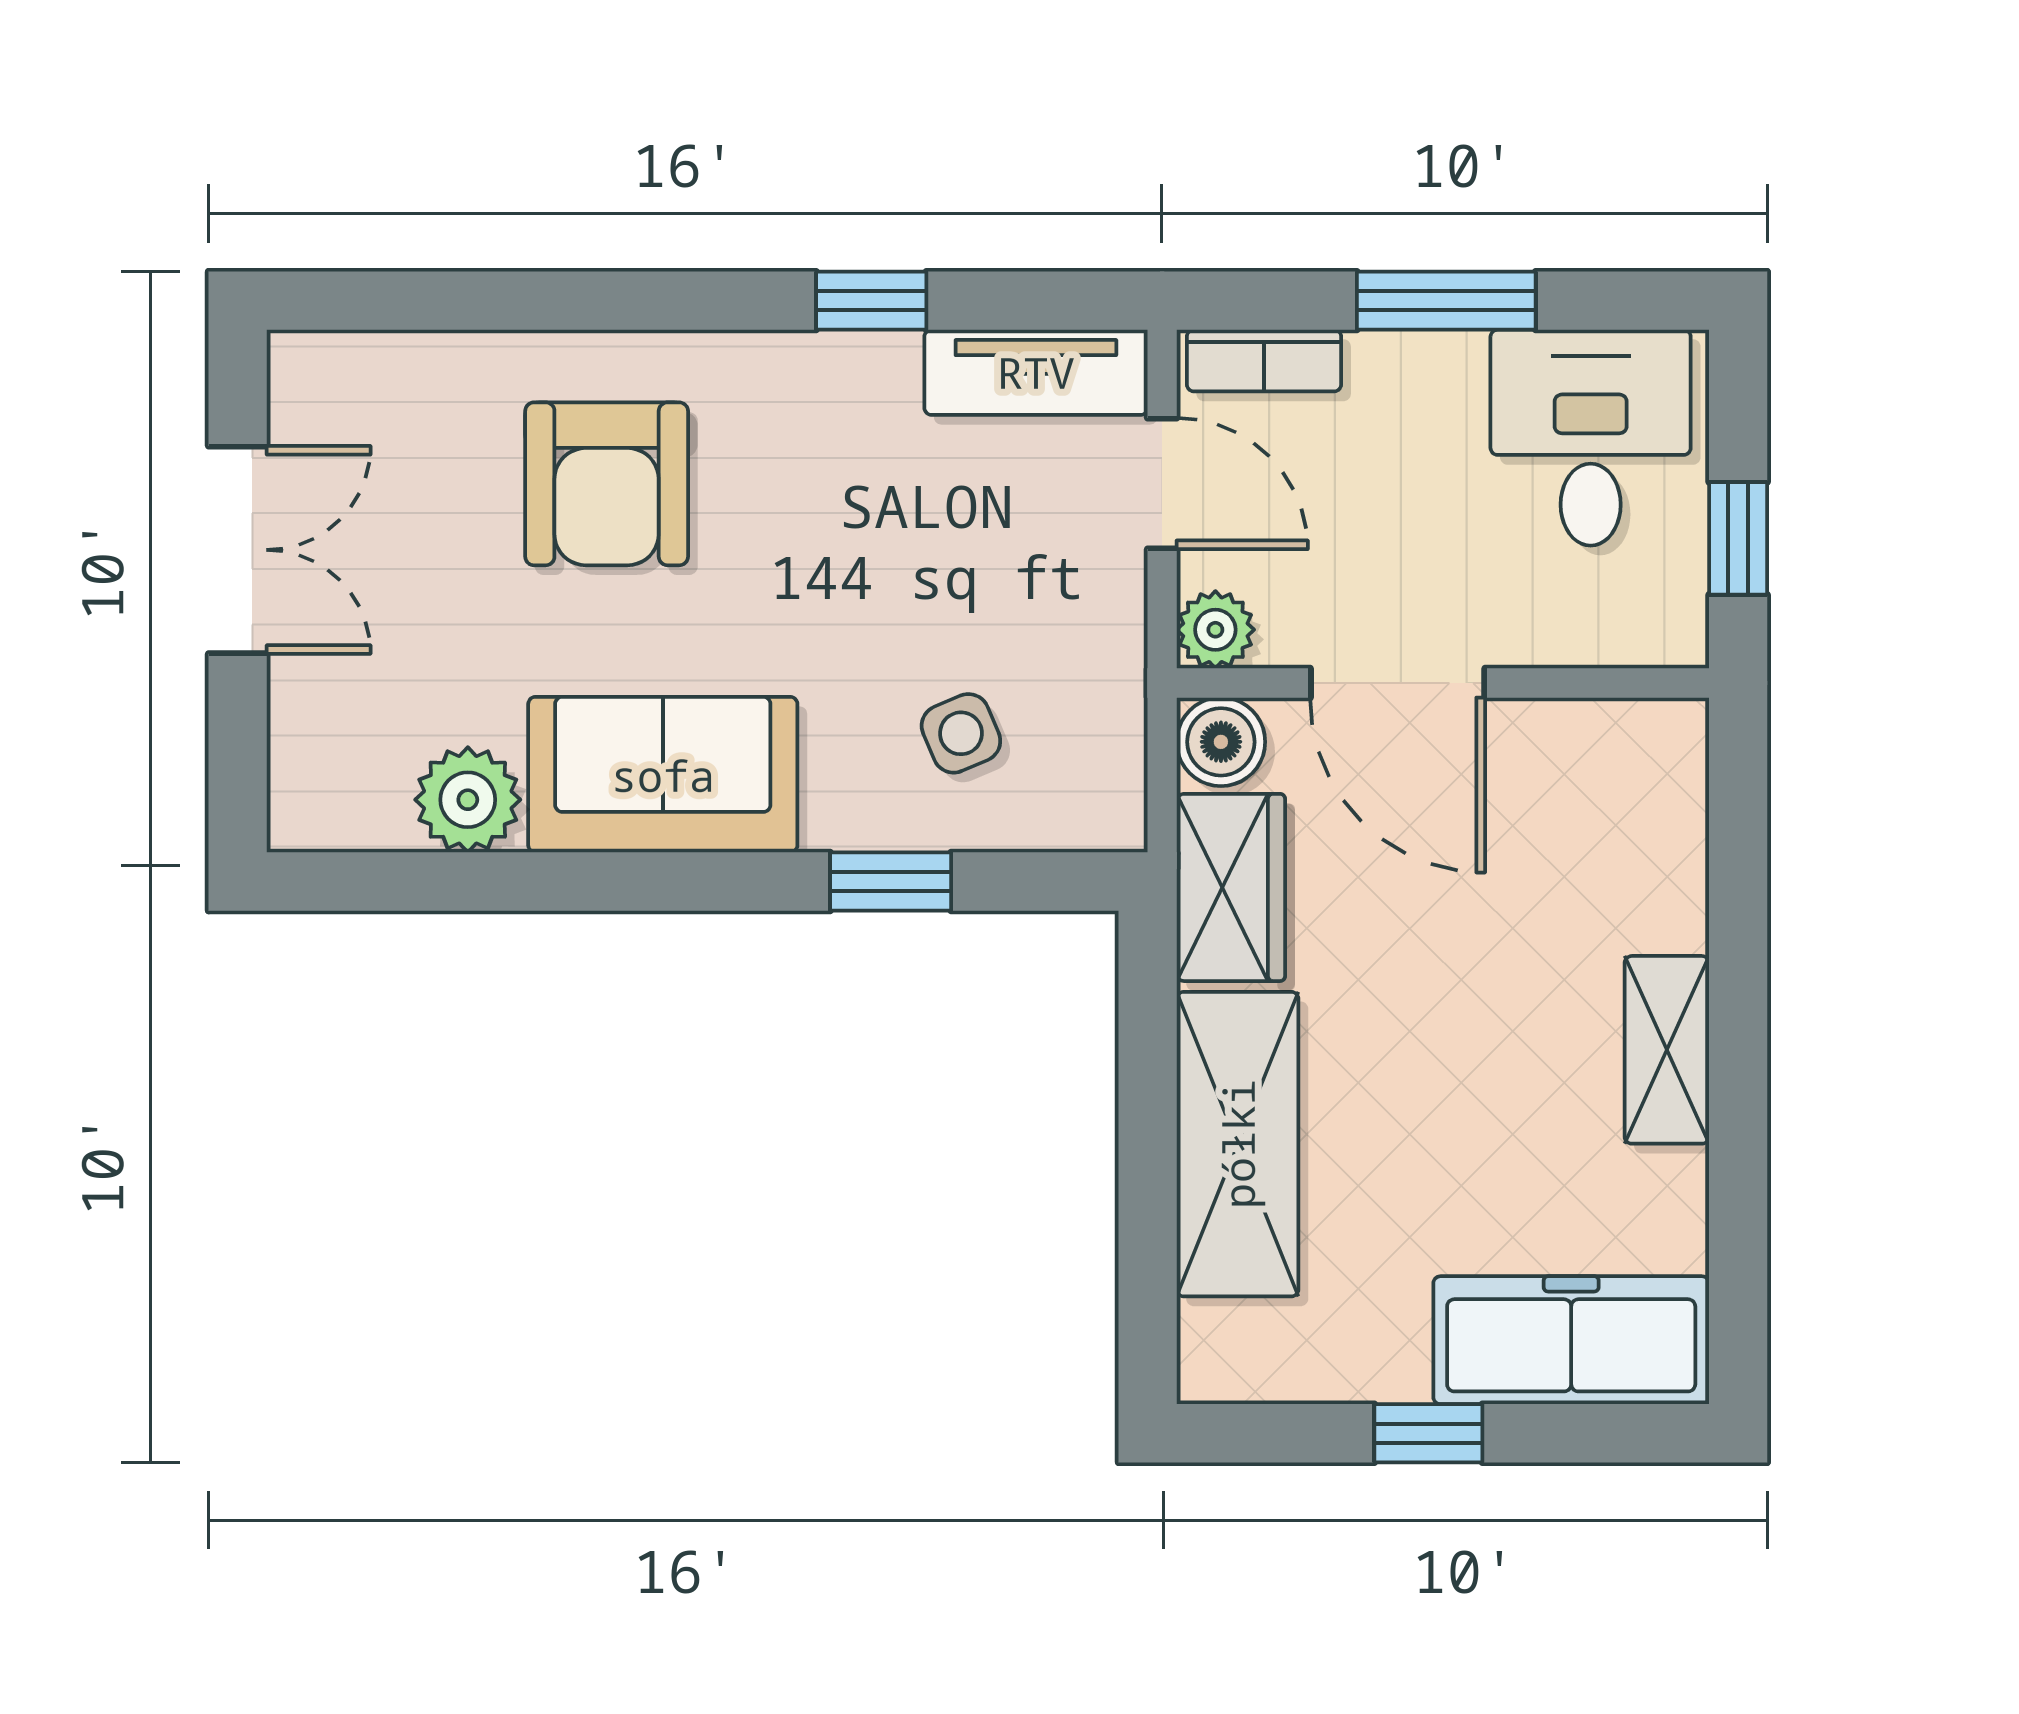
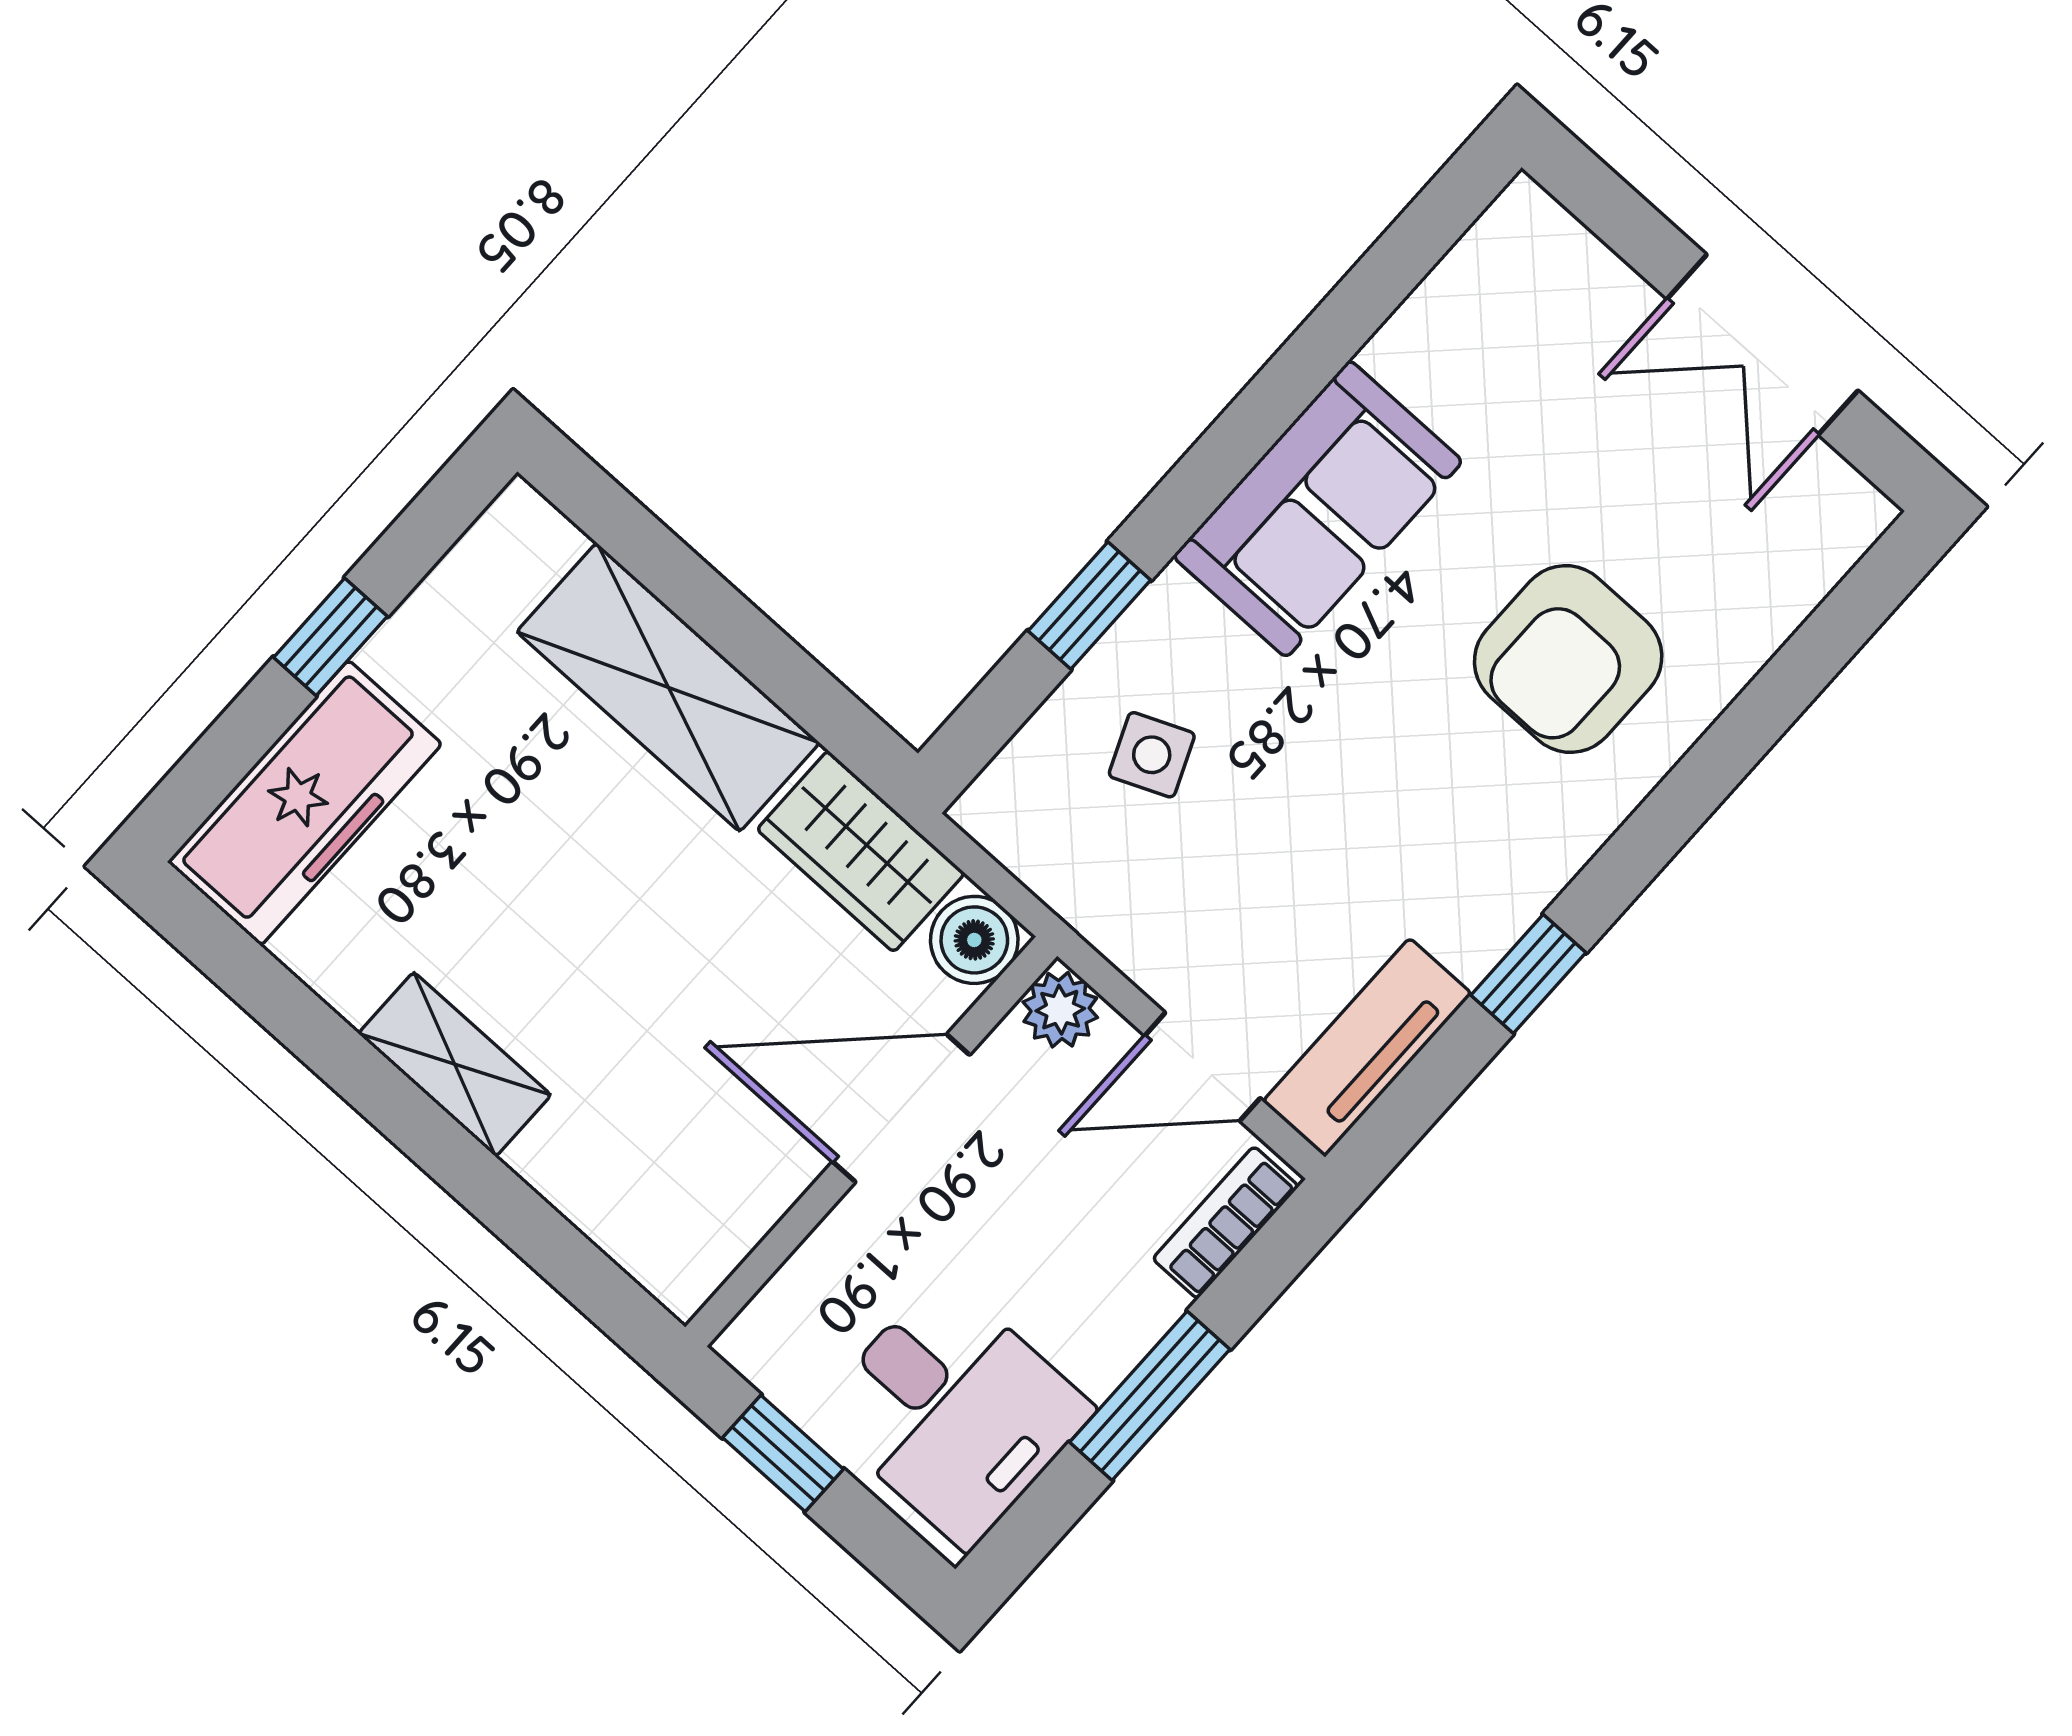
armchair: (607, 484) -> (1568, 659), turned -90
plant: (468, 800) -> (1428, 349), removed

